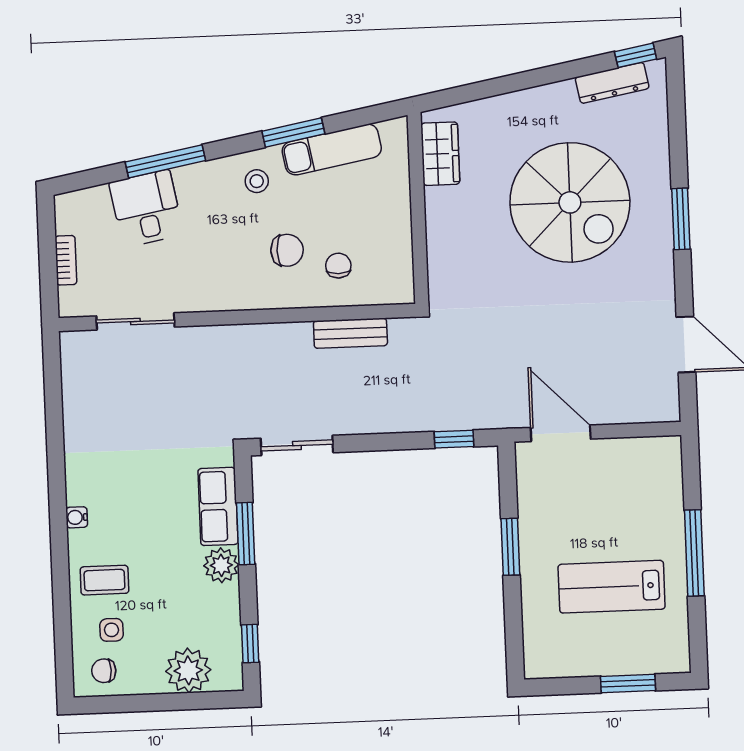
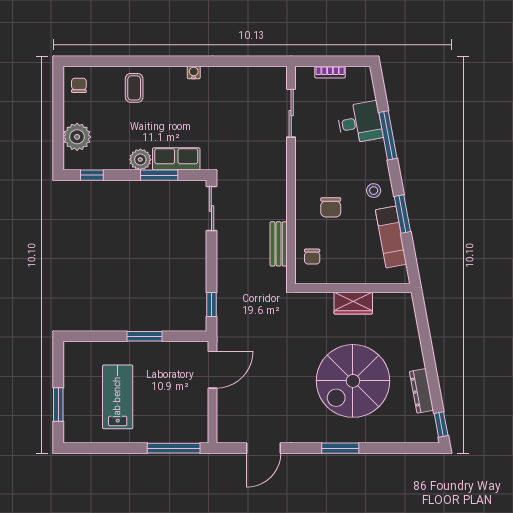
dresser: (612, 83) -> (421, 391), moved
wardrobe: (440, 154) -> (353, 303), moved
chair: (338, 266) -> (312, 257), moved, turned 90
water cooler: (77, 517) -> (194, 72), moved
window: (694, 553) -> (174, 448), moved
side table: (111, 630) -> (104, 91), removed

